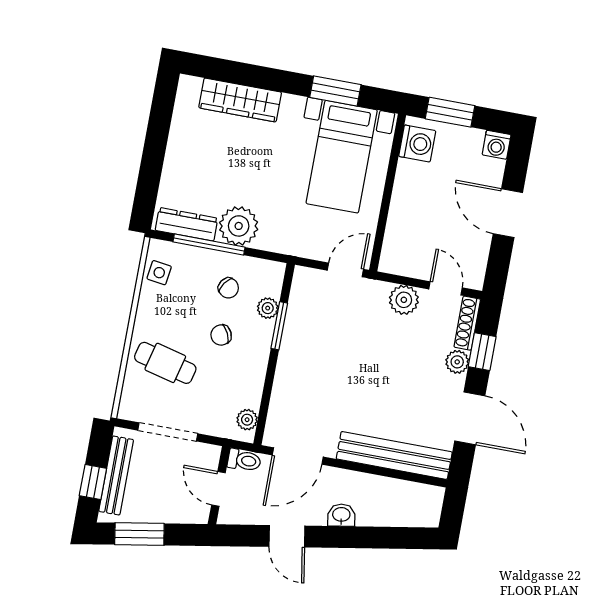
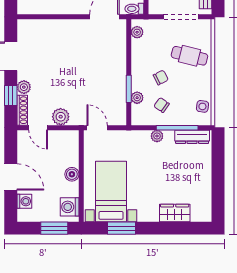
wardrobe: (240, 100) -> (175, 213), width x0.67
washing machine: (497, 145) -> (24, 201), moved, turned 90
boiler: (403, 198) -> (72, 174), added
plant: (239, 226) -> (157, 136), width x0.53, depth x0.53
door: (345, 270) -> (97, 128), swing flipped
bench: (394, 455) -> (50, 27), removed

